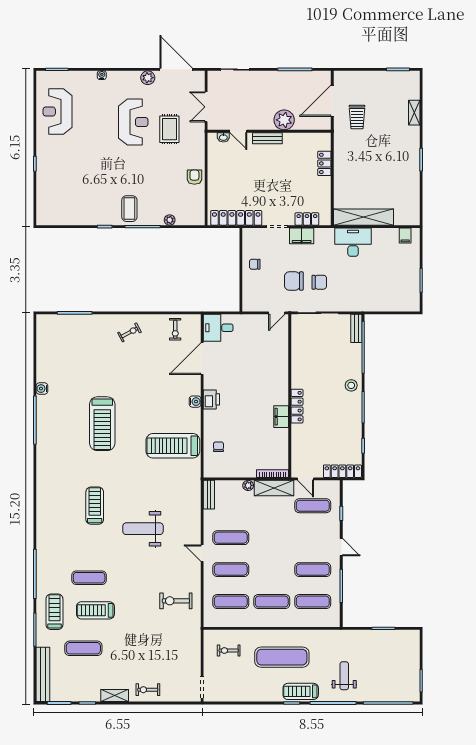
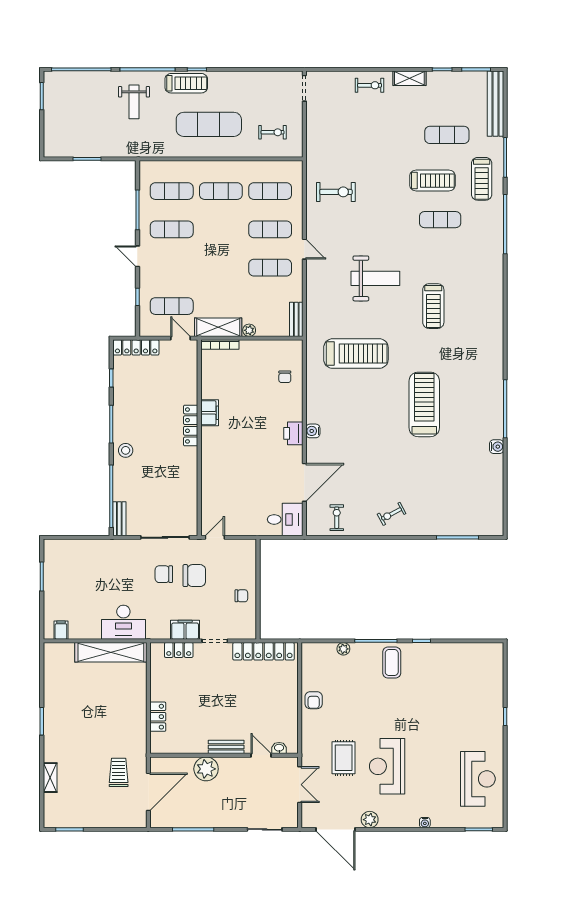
treadmill: (173, 446) -> (356, 354), moved

